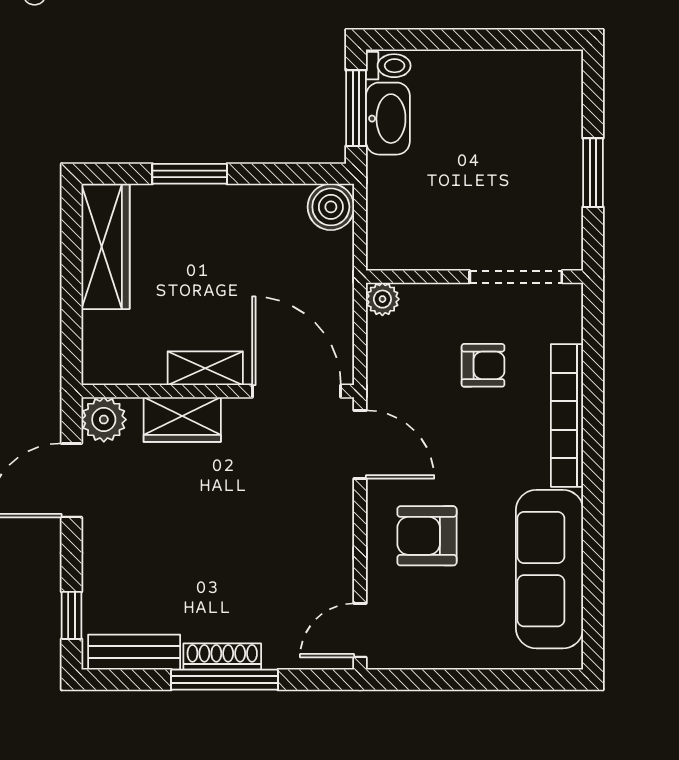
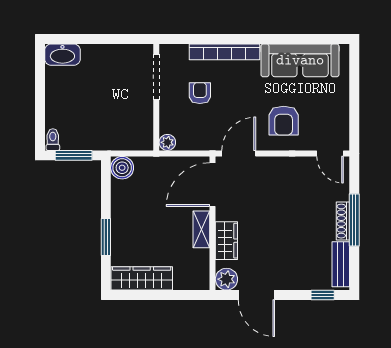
washbasin: (388, 119) -> (62, 55), moved, turned 180
window: (593, 173) -> (105, 39), removed

